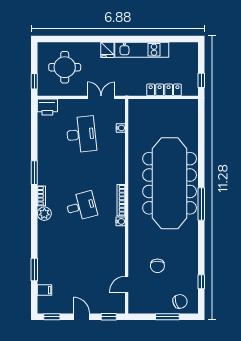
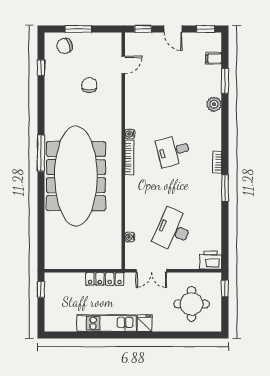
locker: (164, 90) -> (105, 279), moved
desk: (81, 134) -> (173, 230), turned 30
plant: (44, 214) -> (214, 104), moved

